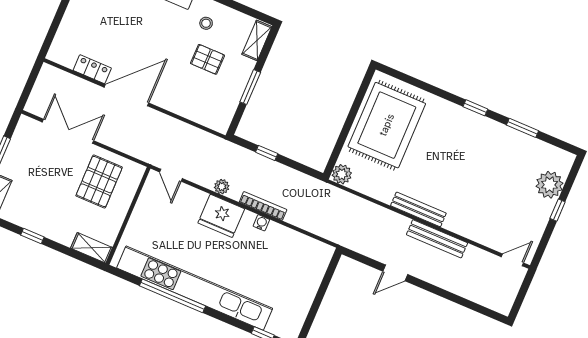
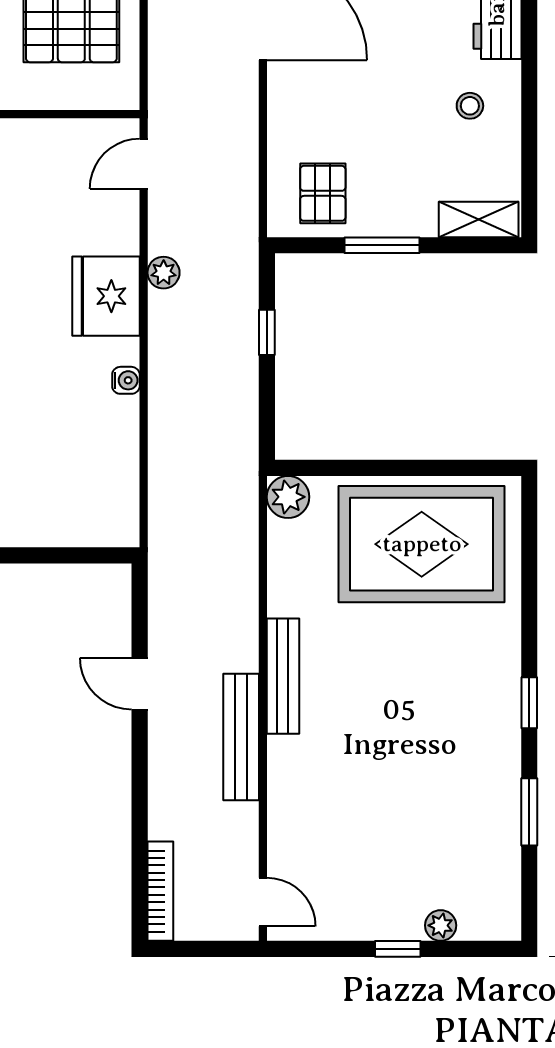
pallet: (207, 59) -> (323, 193), moved
plant: (550, 185) -> (441, 925), width x0.53, depth x0.53
bookcase: (263, 206) -> (160, 891), moved

